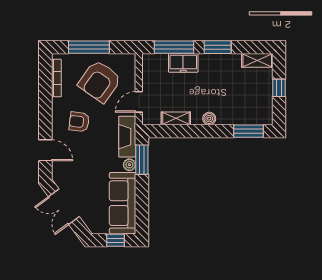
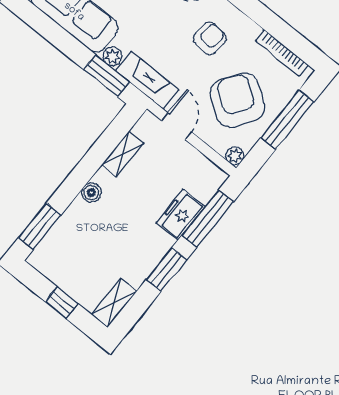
plant: (130, 59) -> (235, 156), added

